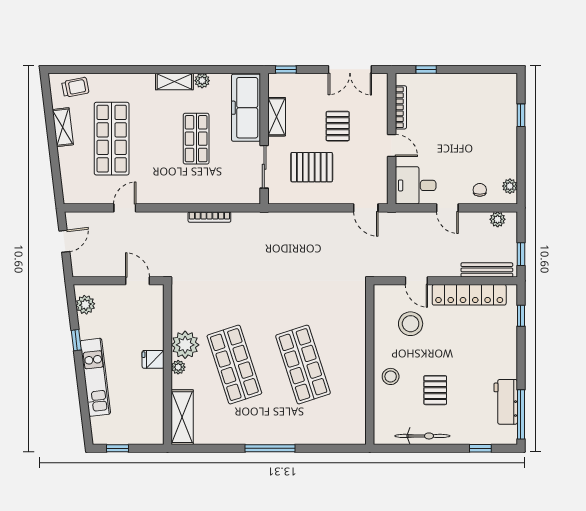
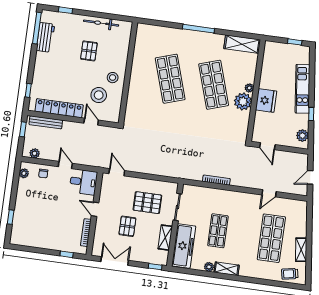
fridge: (153, 359) -> (266, 100), width x1.88, depth x1.34
stool: (391, 376) -> (113, 78), moved
shelving: (182, 417) -> (242, 44), moved, turned 90

